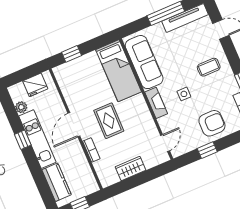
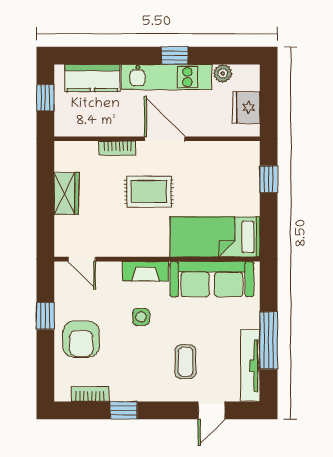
coffee table: (209, 67) -> (185, 362), moved

